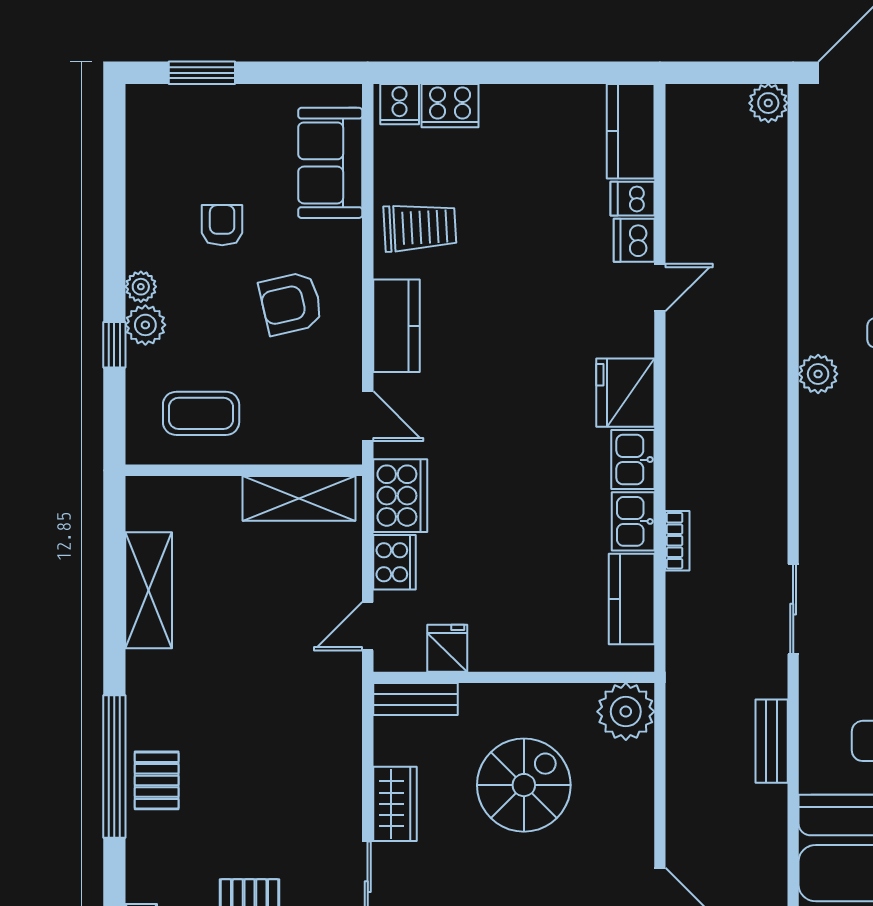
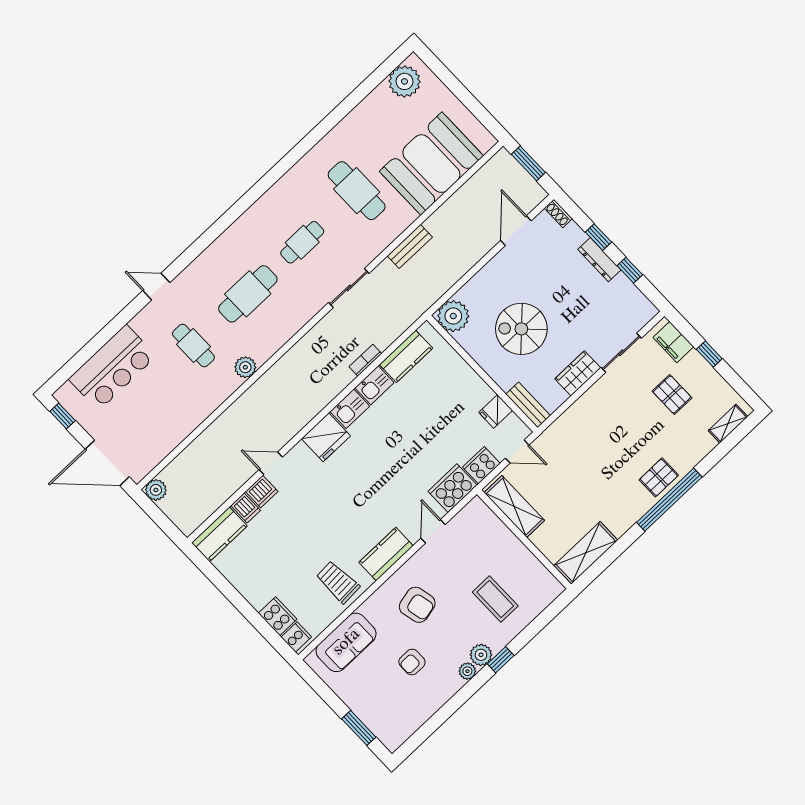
wall: (244, 470) -> (524, 539), moved
shelving: (299, 498) -> (514, 507), moved

